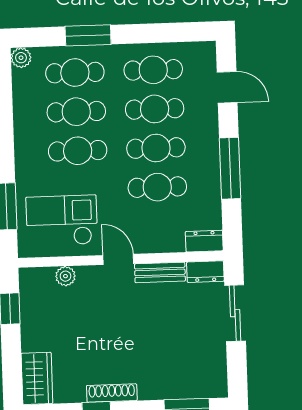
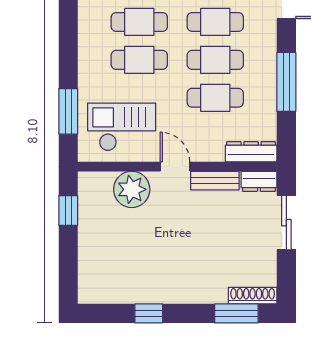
dresser: (204, 241) -> (251, 152), width x1.44
plant: (65, 276) -> (132, 189), width x1.87, depth x1.87
wardrobe: (37, 378) -> (92, 279), removed
shoe rack: (112, 393) -> (253, 296), moved

